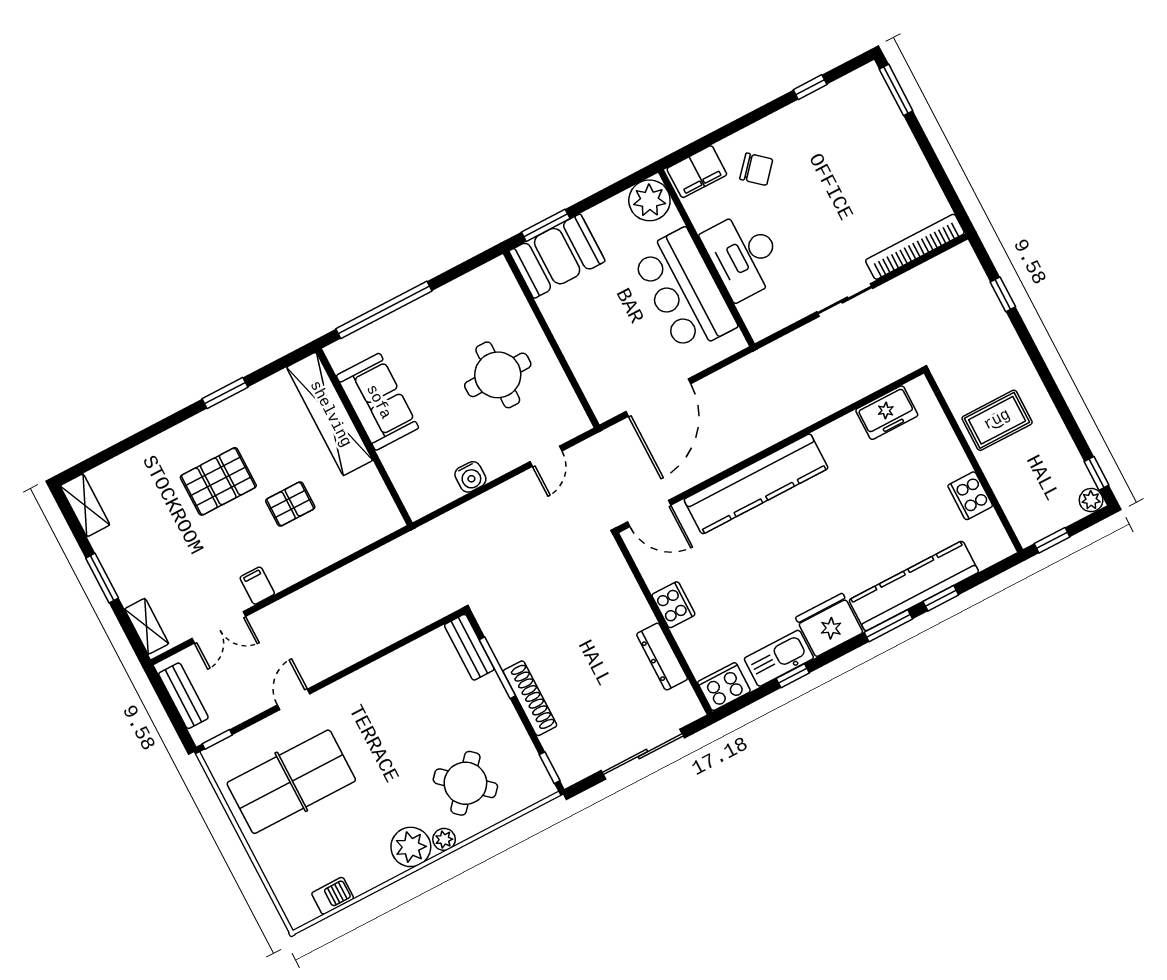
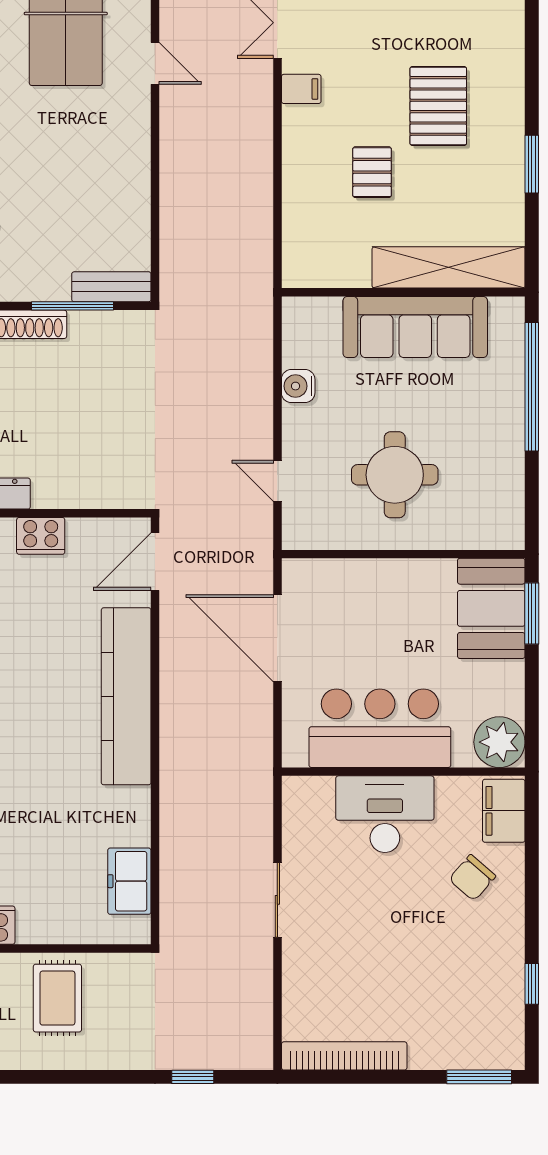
bookcase: (915, 247) -> (344, 1056), moved, turned -90
sofa: (378, 402) -> (415, 327), width x1.36

